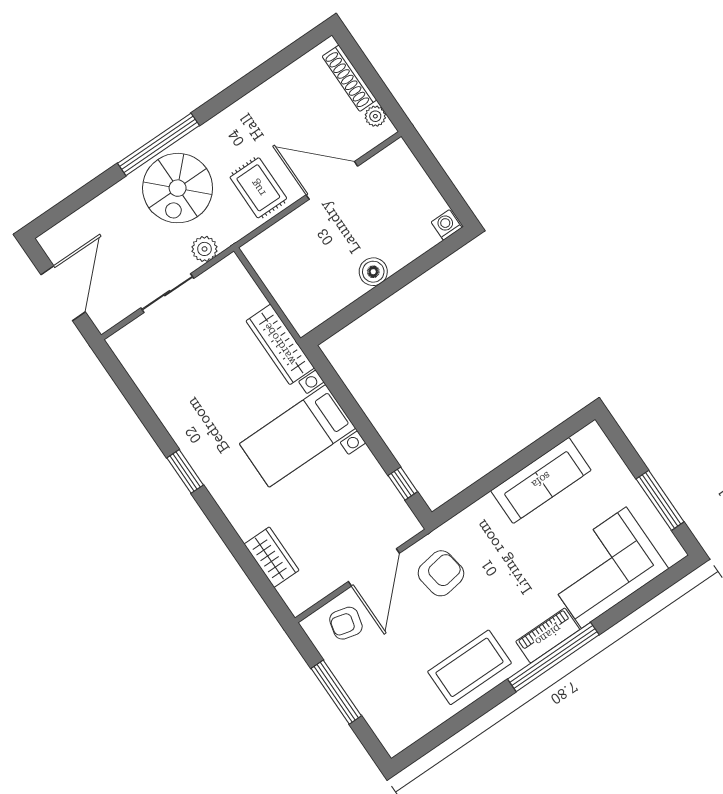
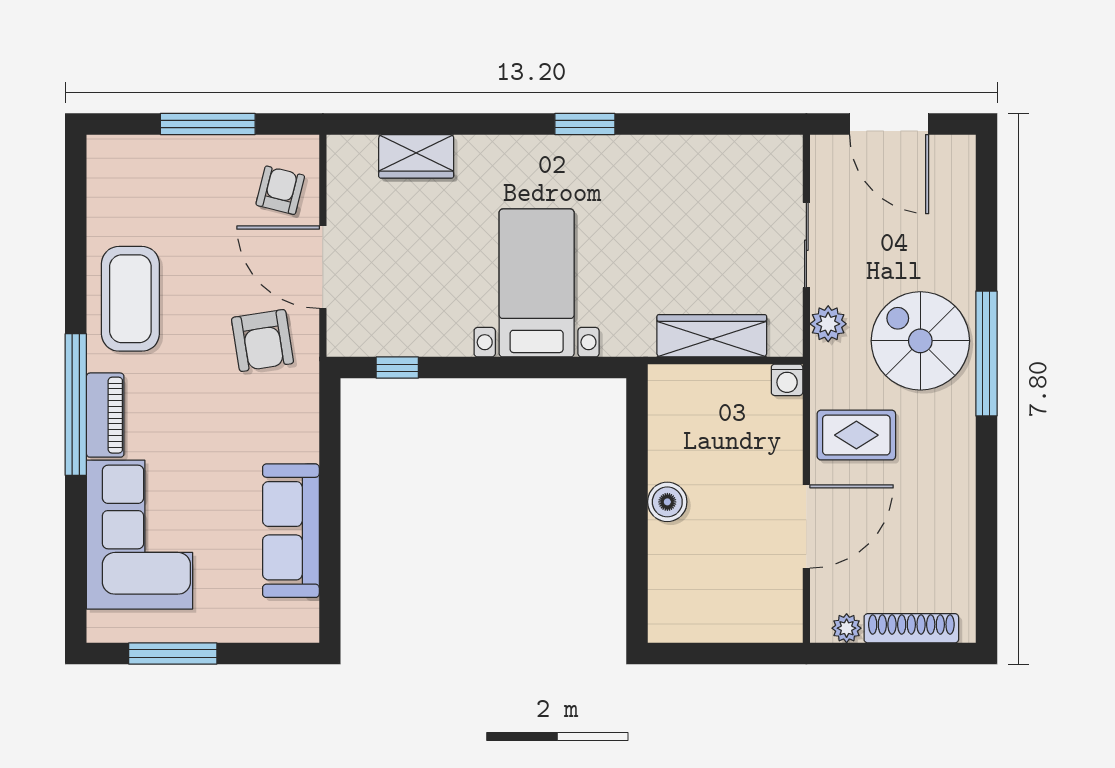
washing machine: (447, 225) -> (787, 380), moved, turned 90
wardrobe: (280, 344) -> (712, 336), moved

